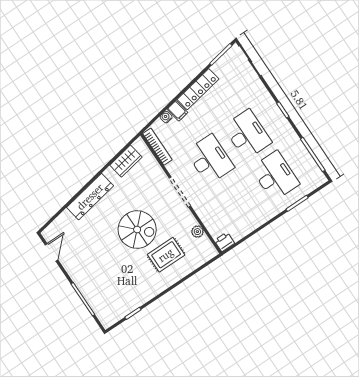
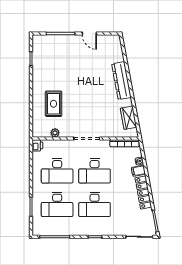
desk: (238, 201) -> (57, 171), added
spiral stairs: (137, 230) -> (81, 96), removed
door: (51, 252) -> (89, 33), moved

